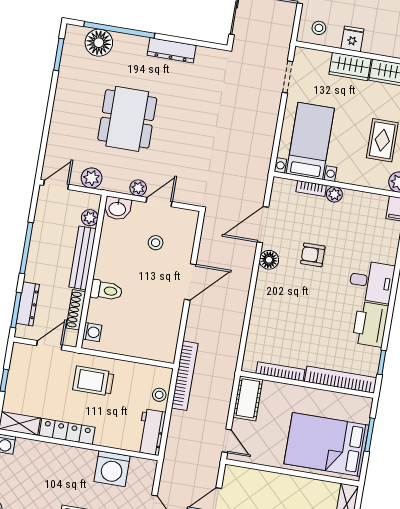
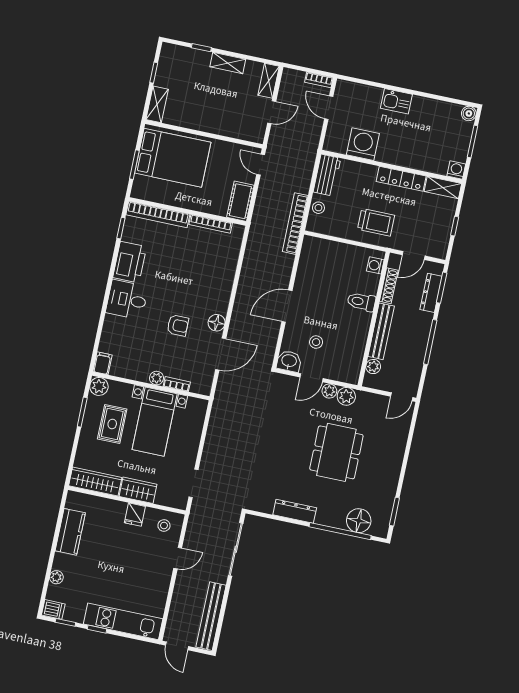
bed with nightstands: (310, 141) -> (155, 422), moved
plant: (92, 178) -> (346, 396), moved
washbasin: (117, 208) -> (289, 361), moved

